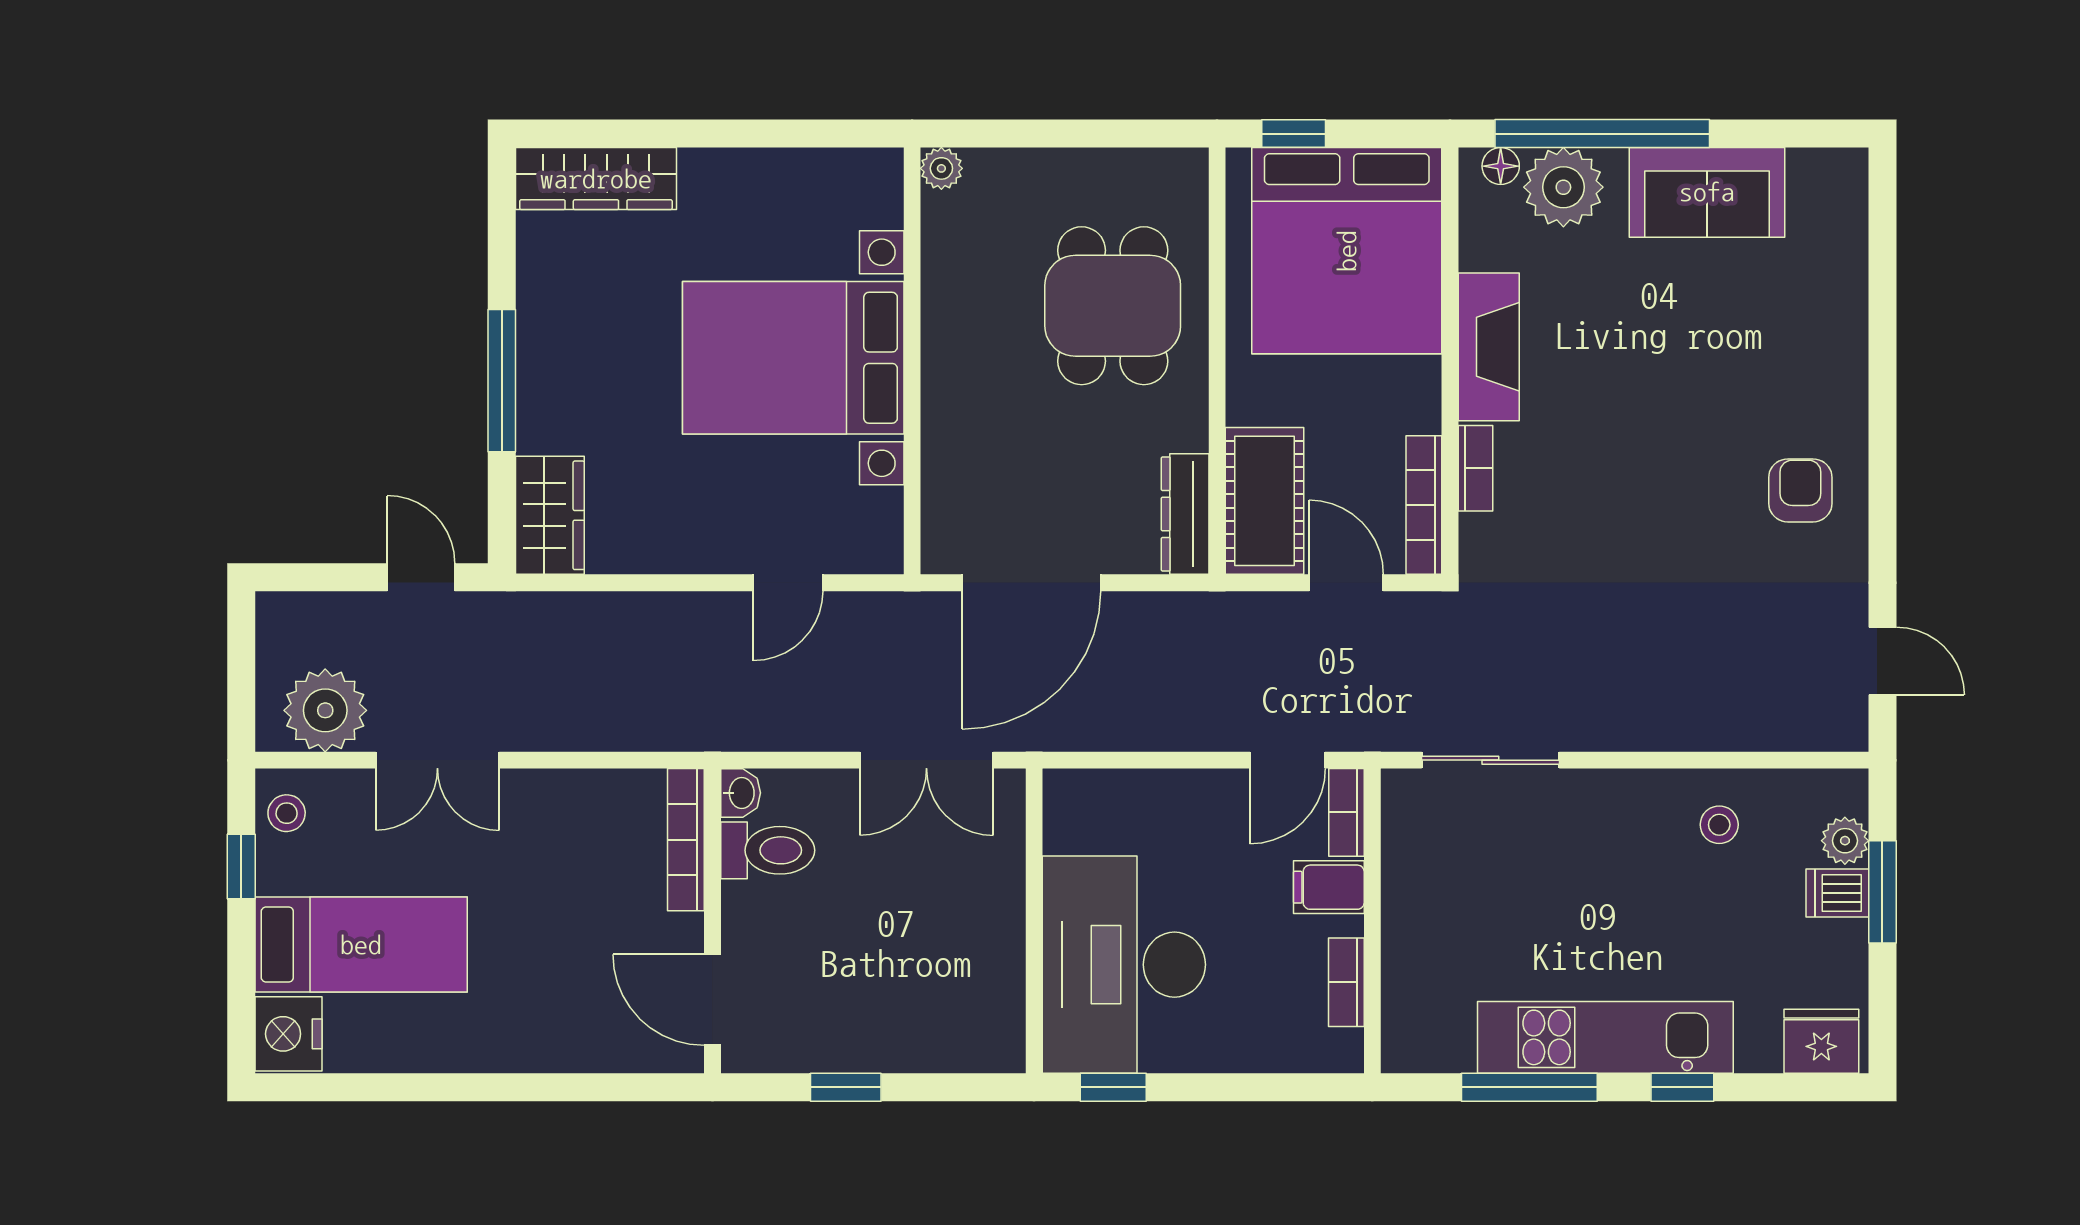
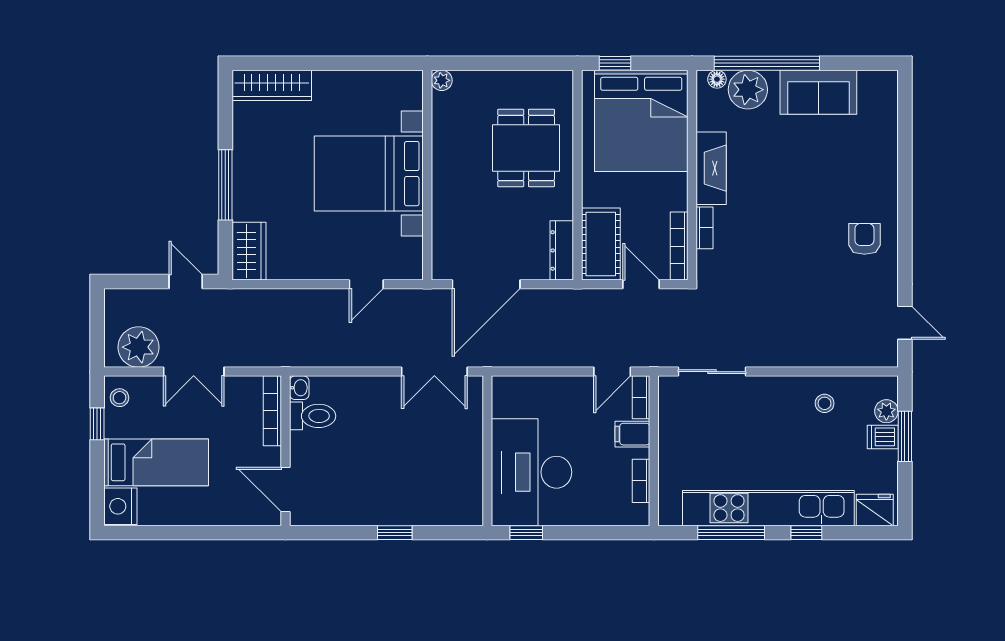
washbasin: (741, 793) -> (299, 388), moved
bookcase: (686, 840) -> (272, 411), moved
toilet: (768, 850) -> (313, 416), moved
wall: (712, 921) -> (285, 451), moved
door: (712, 1000) -> (285, 490), moved
kitchen unit: (1605, 1037) -> (768, 508), width x1.36

